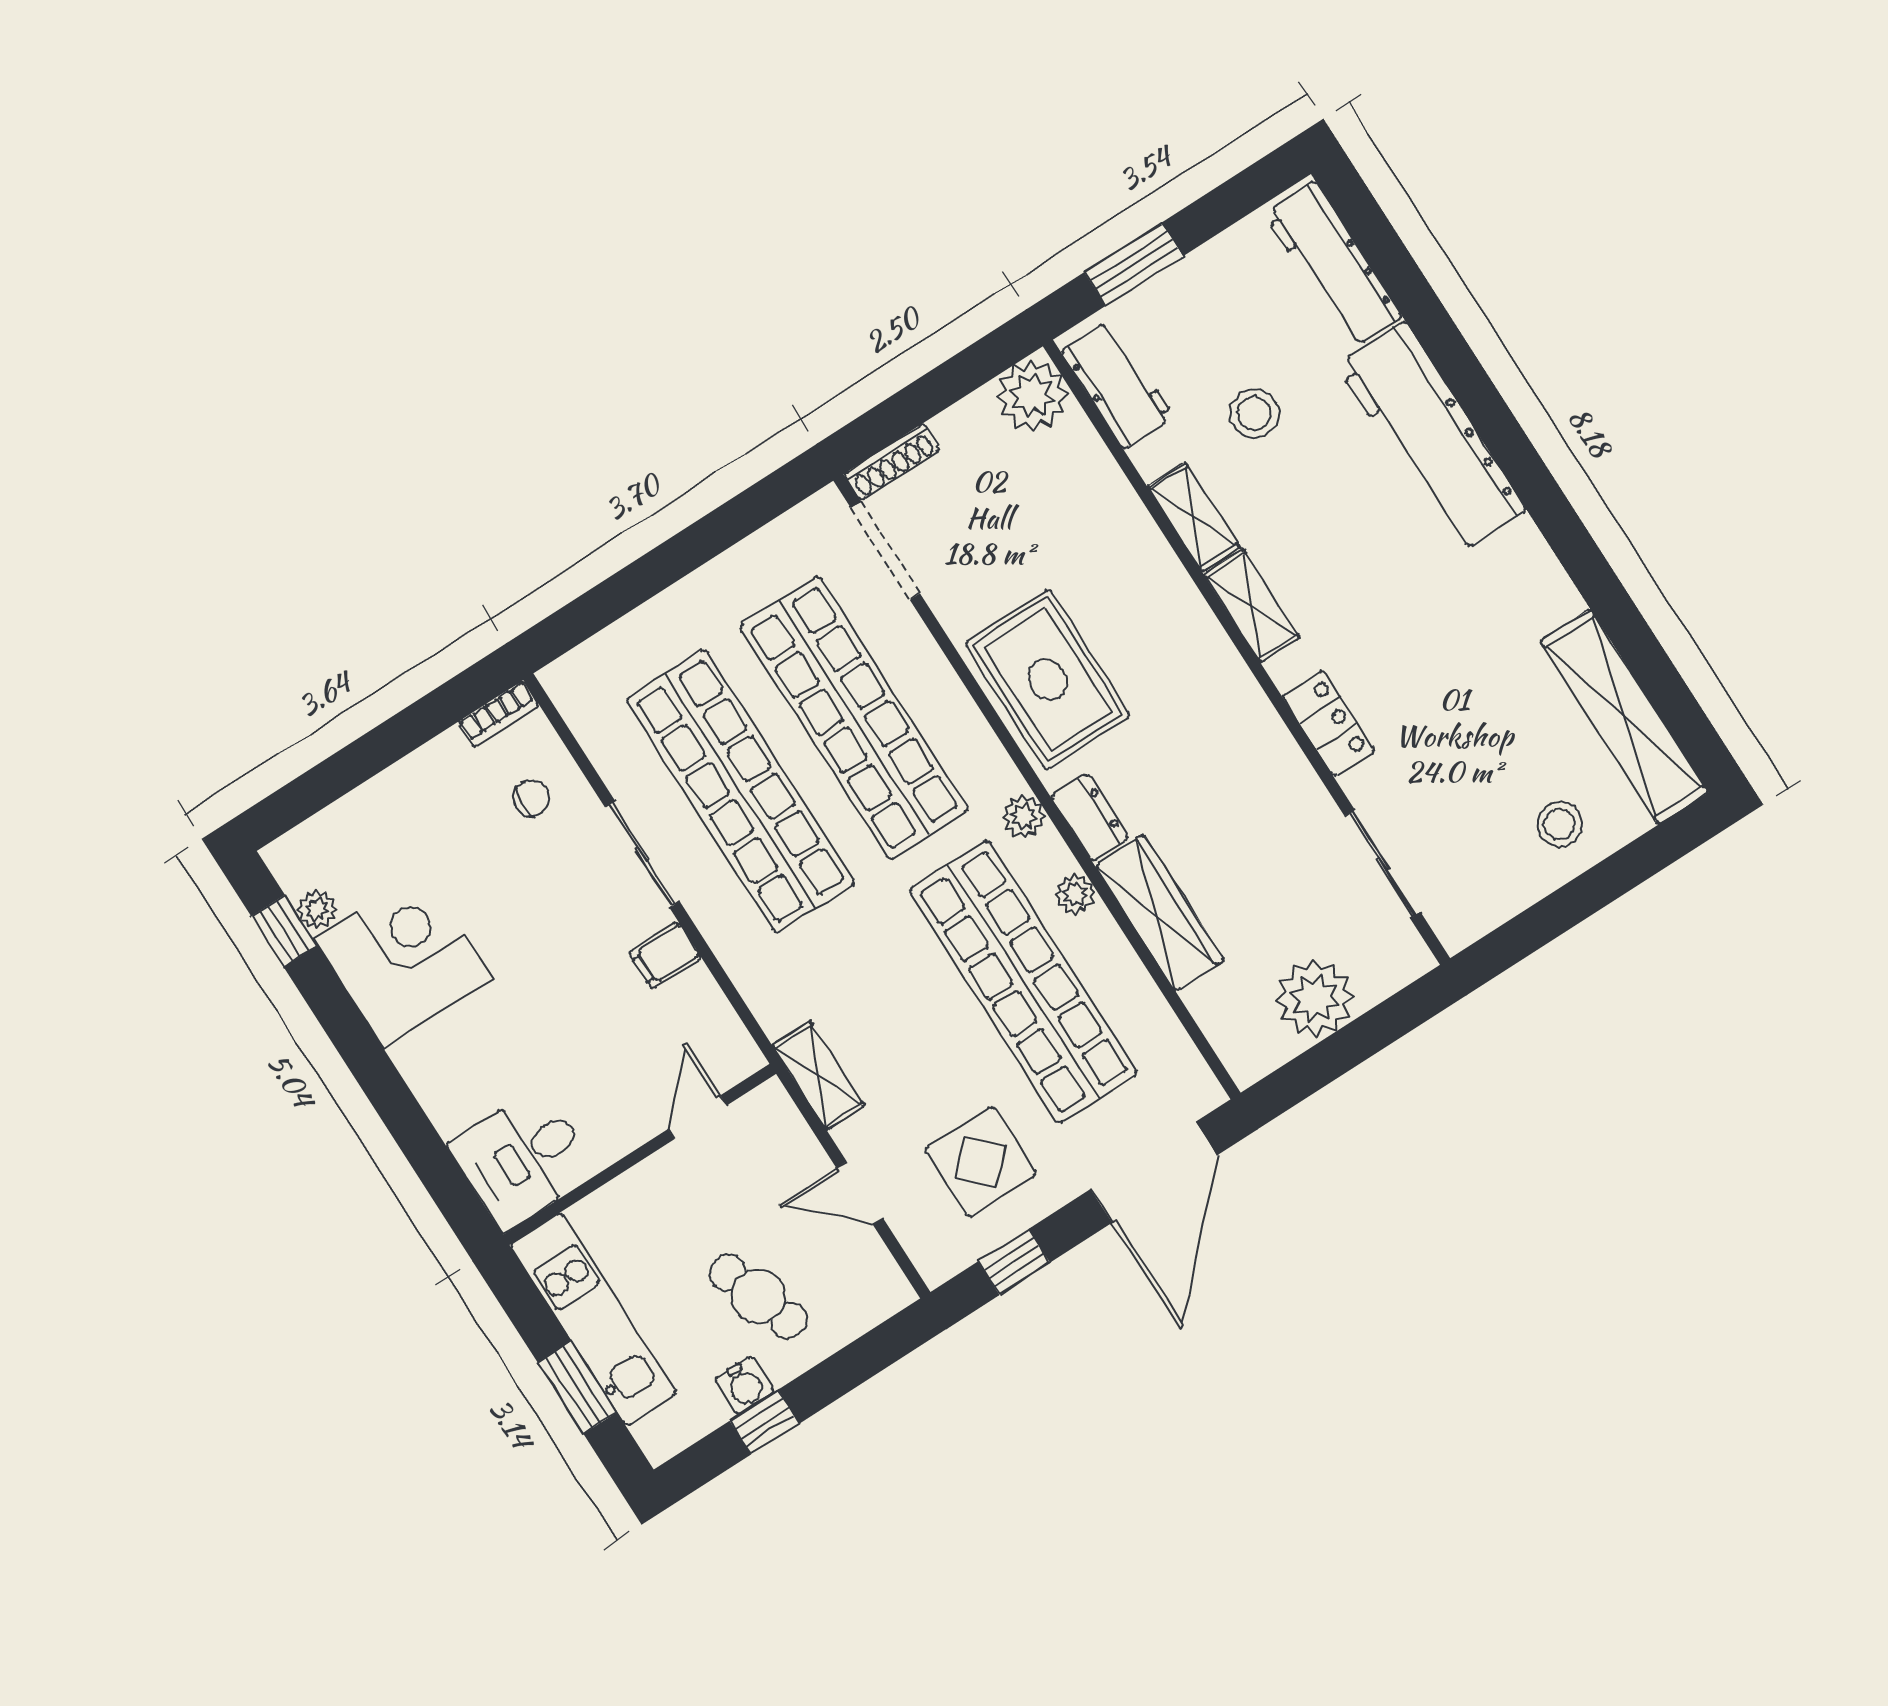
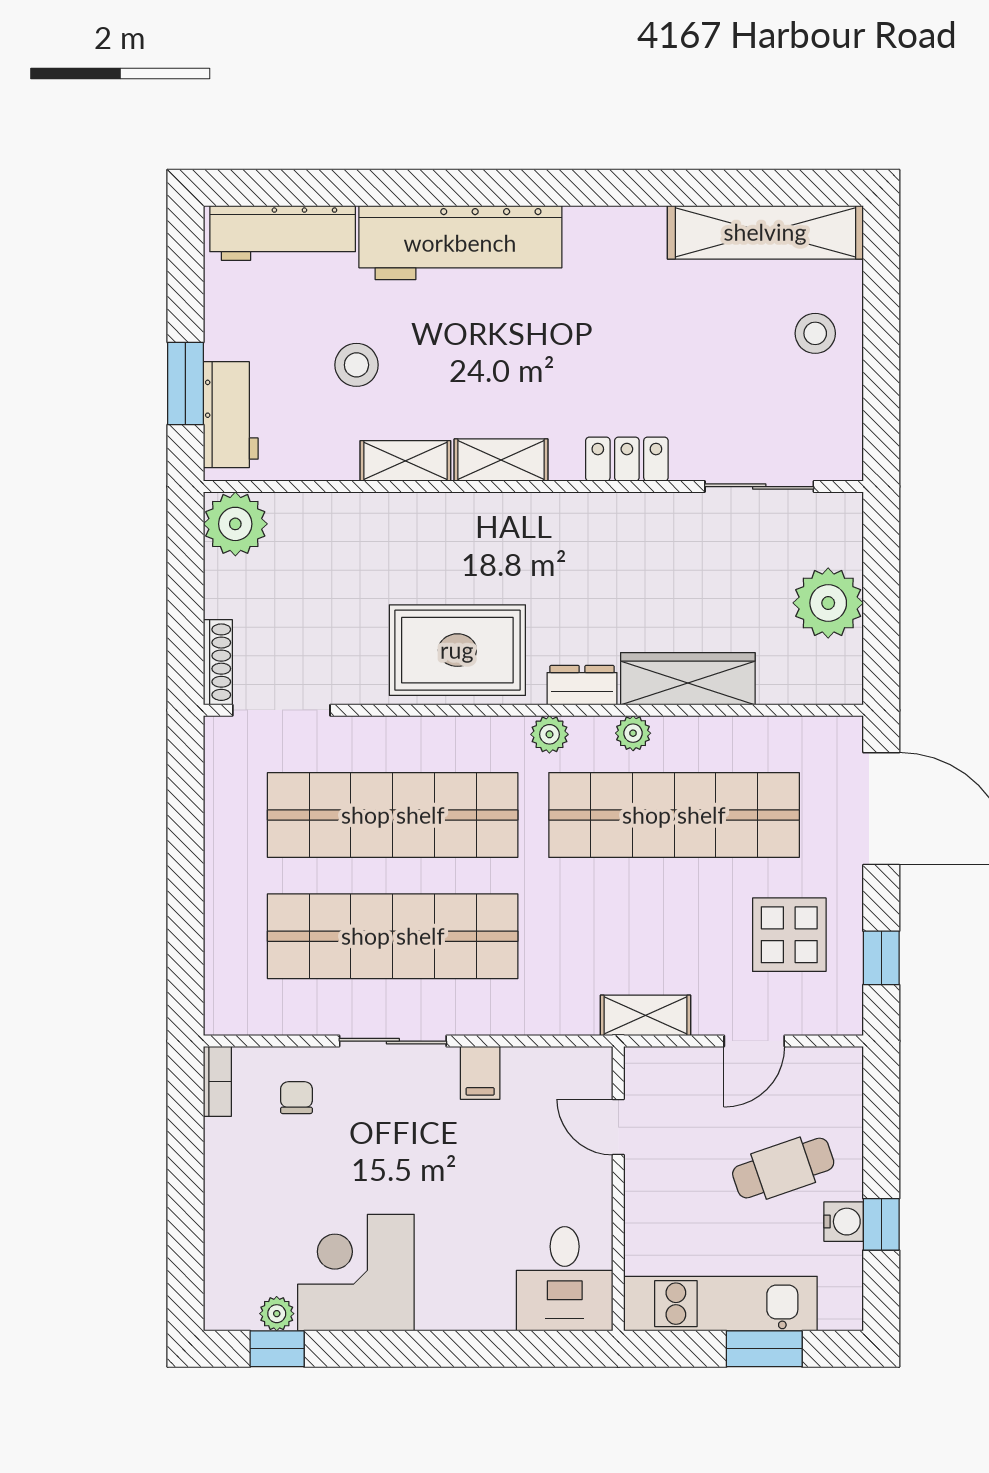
workbench: (1118, 384) -> (231, 415), moved, turned 90

